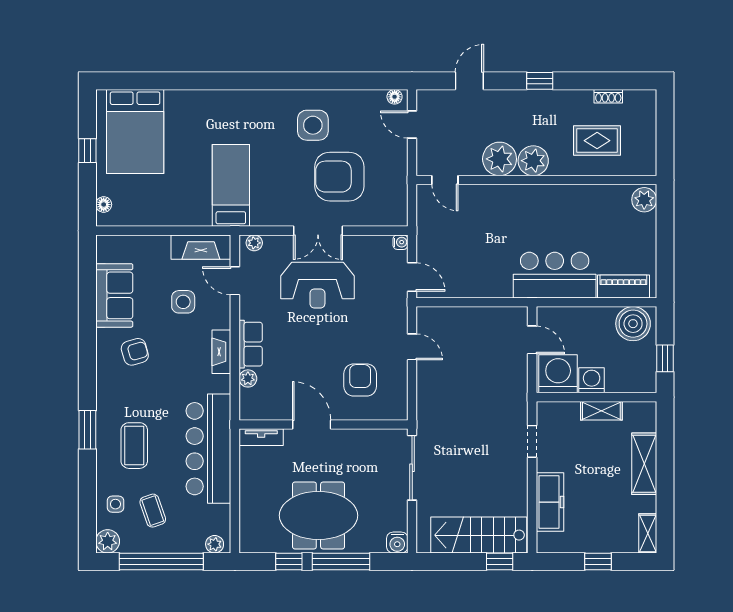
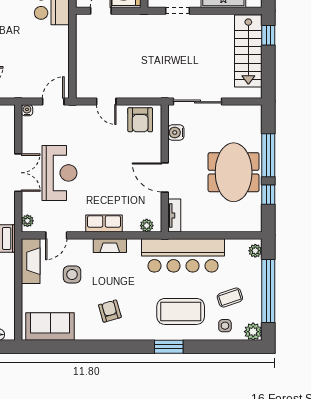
sofa: (114, 295) -> (50, 327), moved
door: (412, 347) -> (106, 102), swing flipped
plant: (248, 378) -> (147, 226), moved
armchair: (360, 380) -> (140, 120), moved, turned -90
door: (312, 425) -> (165, 177), hinge flipped
coffee table: (134, 446) -> (181, 311), width x1.36, depth x1.32
water cooler: (397, 543) -> (176, 132), moved, turned 180

